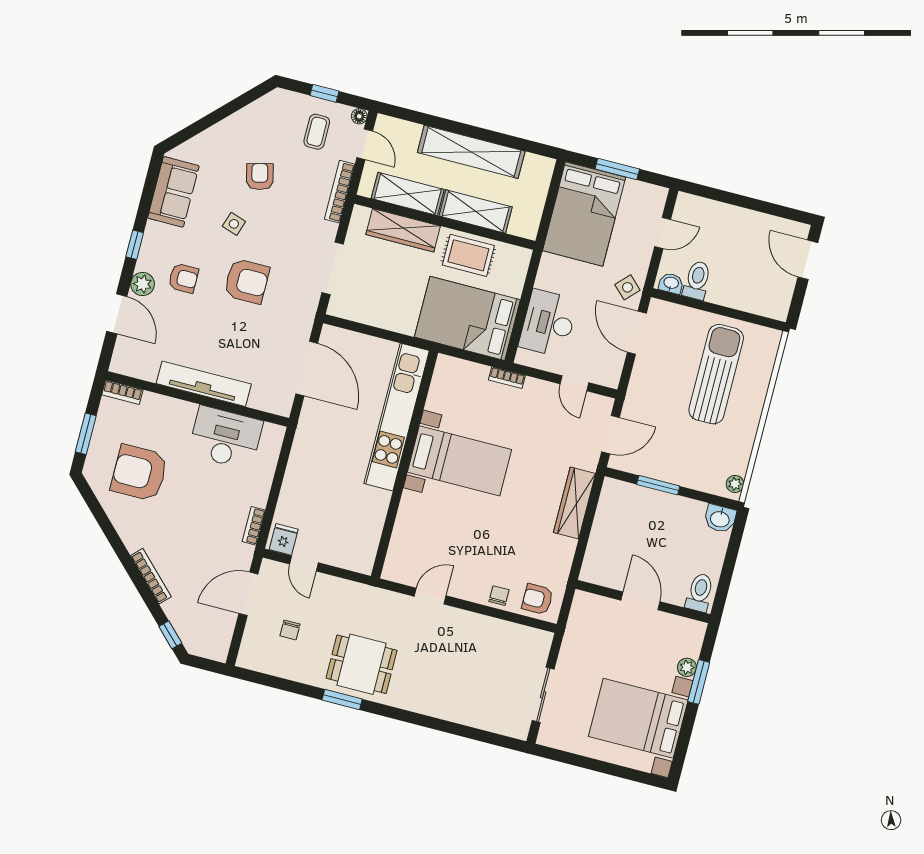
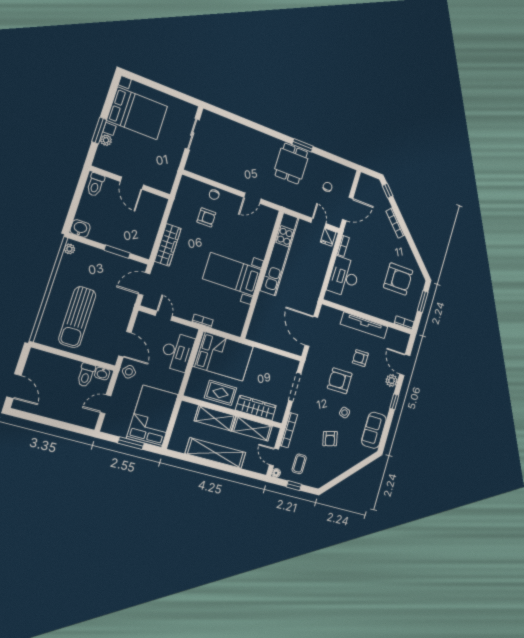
armchair: (183, 278) -> (360, 358), moved
kitchen unit: (397, 417) -> (279, 254), moved
desk: (225, 438) -> (344, 277), moved, turned 90
armchair: (537, 599) -> (206, 217), moved
dining table: (362, 664) -> (291, 164), turned 90

